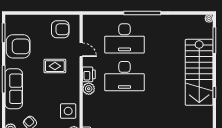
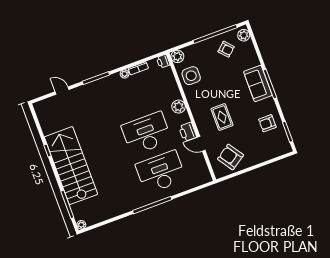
armchair: (60, 29) -> (230, 157), turned 56
armchair: (18, 46) -> (267, 123), width x0.53, depth x0.53
rug: (55, 66) -> (222, 117), turned 90
printer: (89, 74) -> (188, 132), moved
sofa: (14, 89) -> (258, 83), width x0.73

